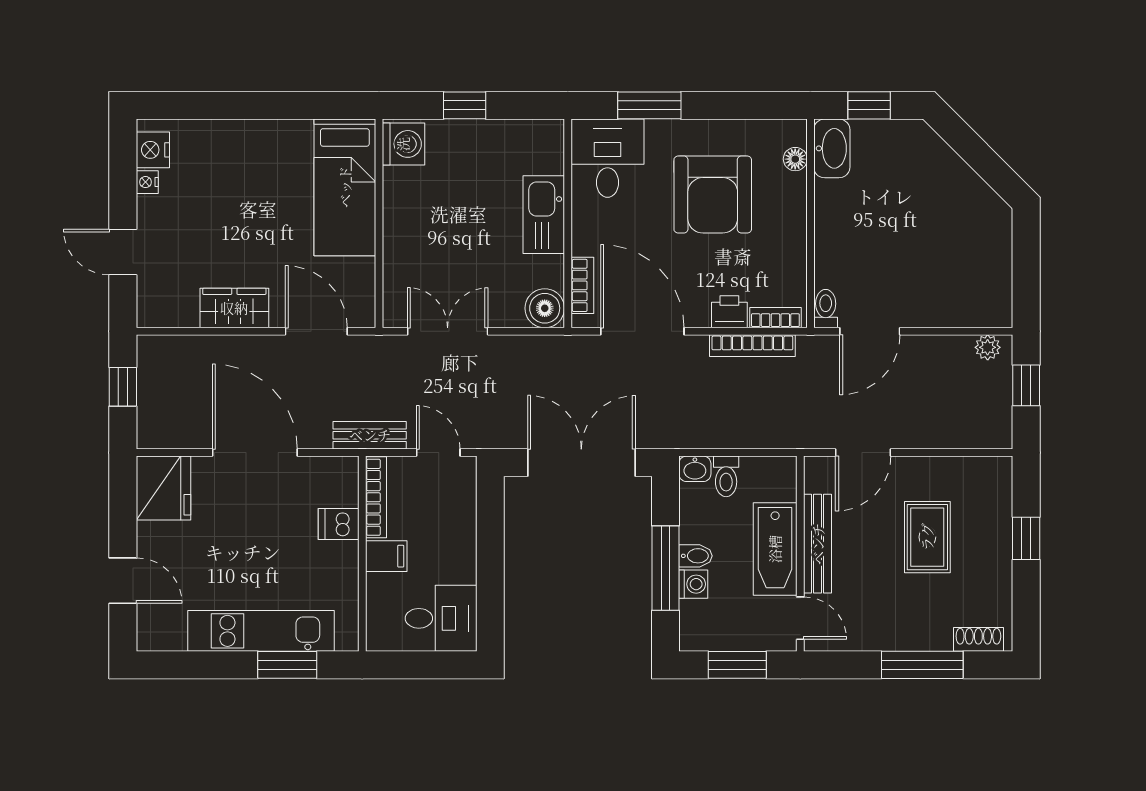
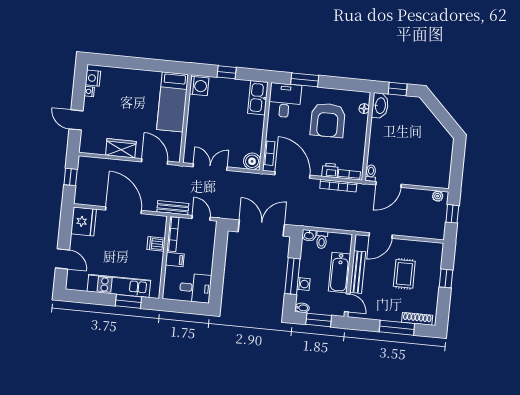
kitchen sink: (544, 215) -> (258, 98), moved
bidet: (696, 556) -> (302, 308), moved
shoe rack: (978, 639) -> (417, 319), width x1.43

